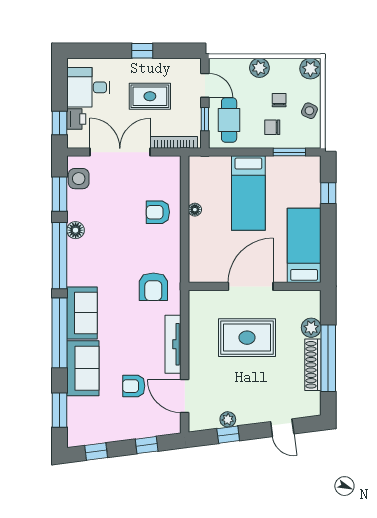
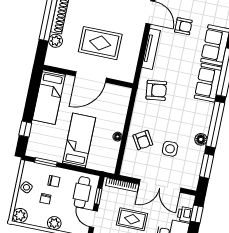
side table: (79, 179) -> (170, 149), moved
armchair: (158, 212) -> (143, 140), turned 59
armchair: (153, 287) -> (156, 90), turned 83

